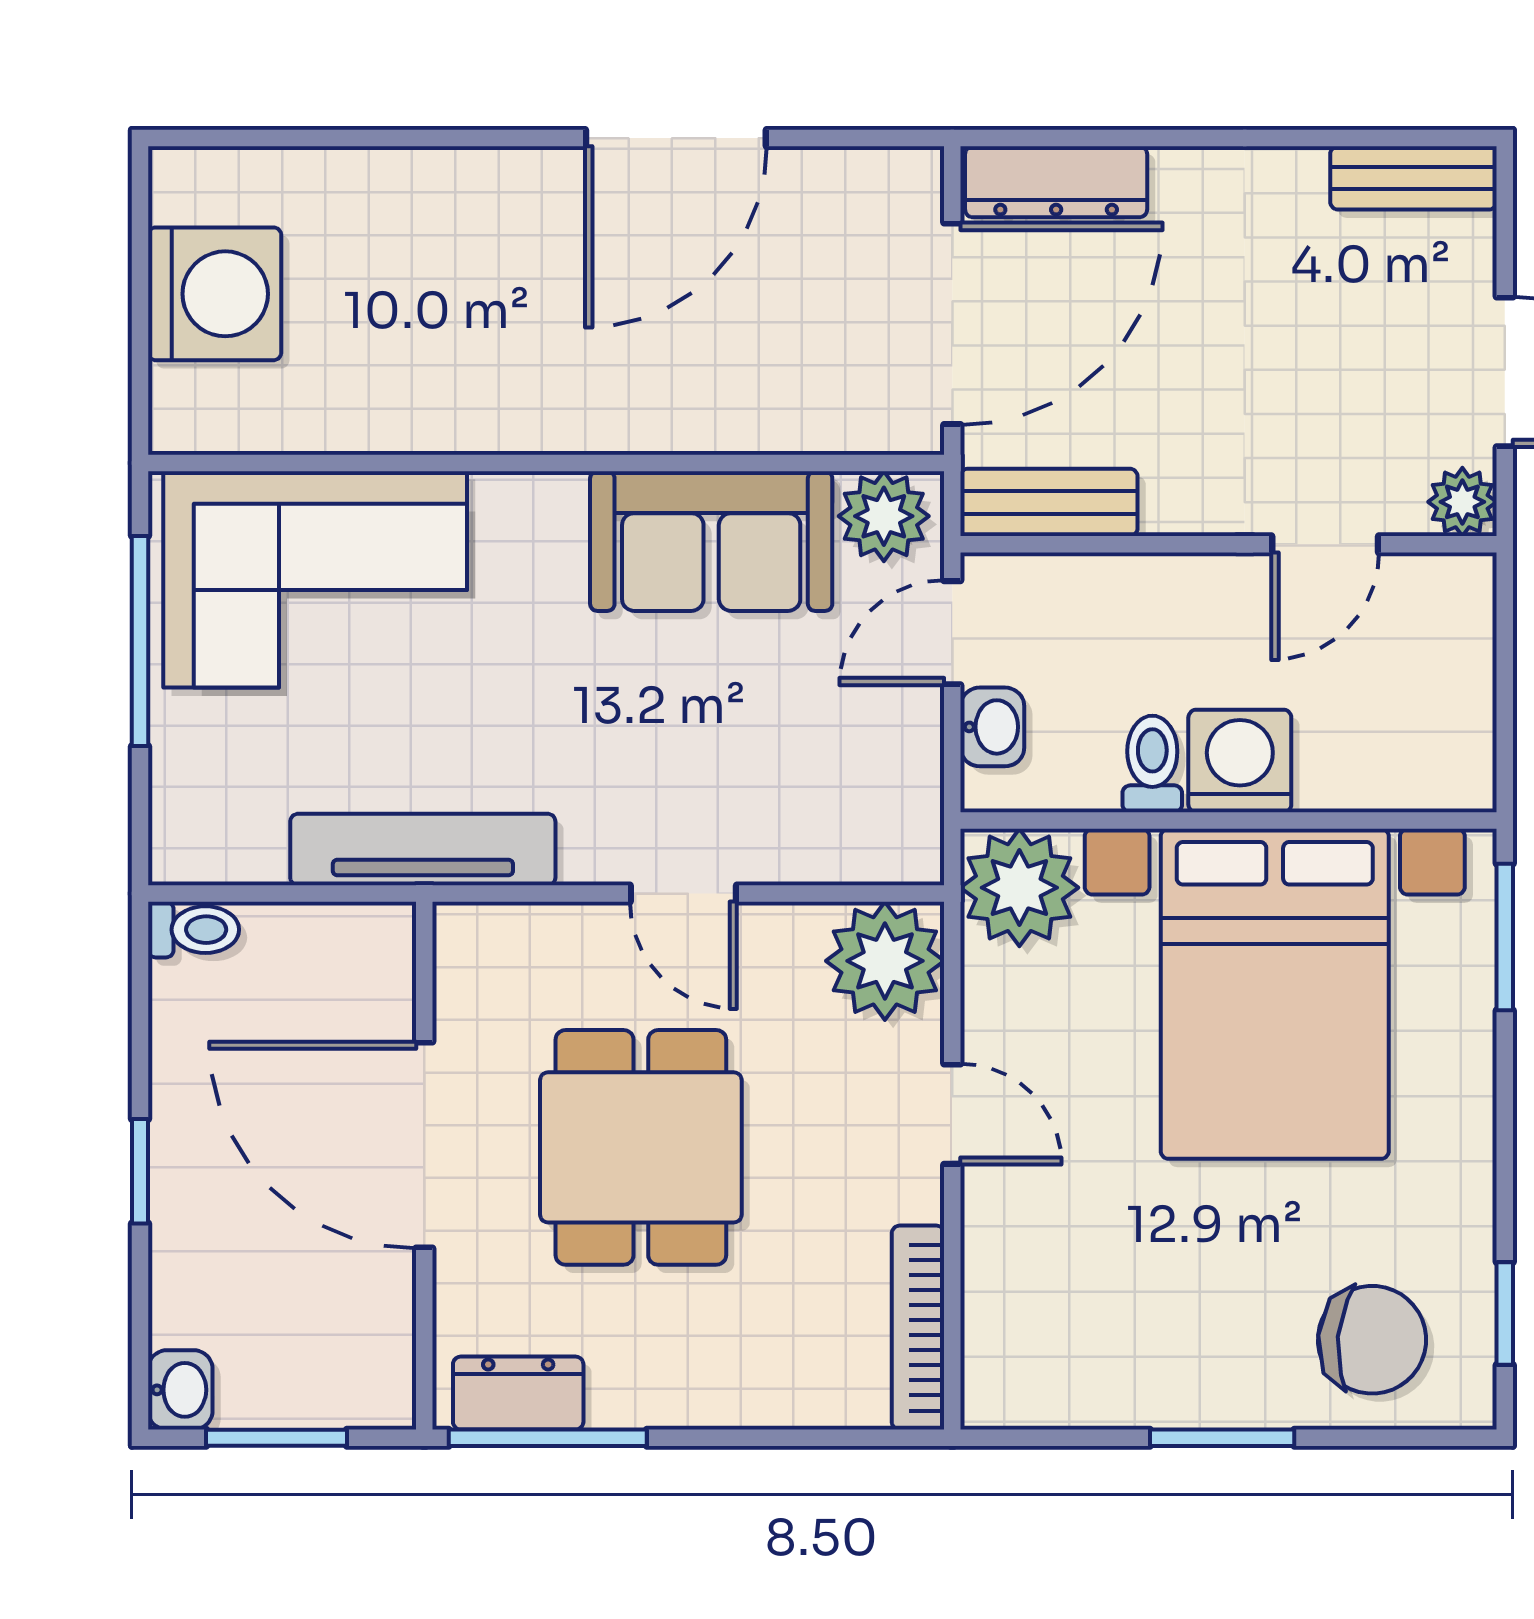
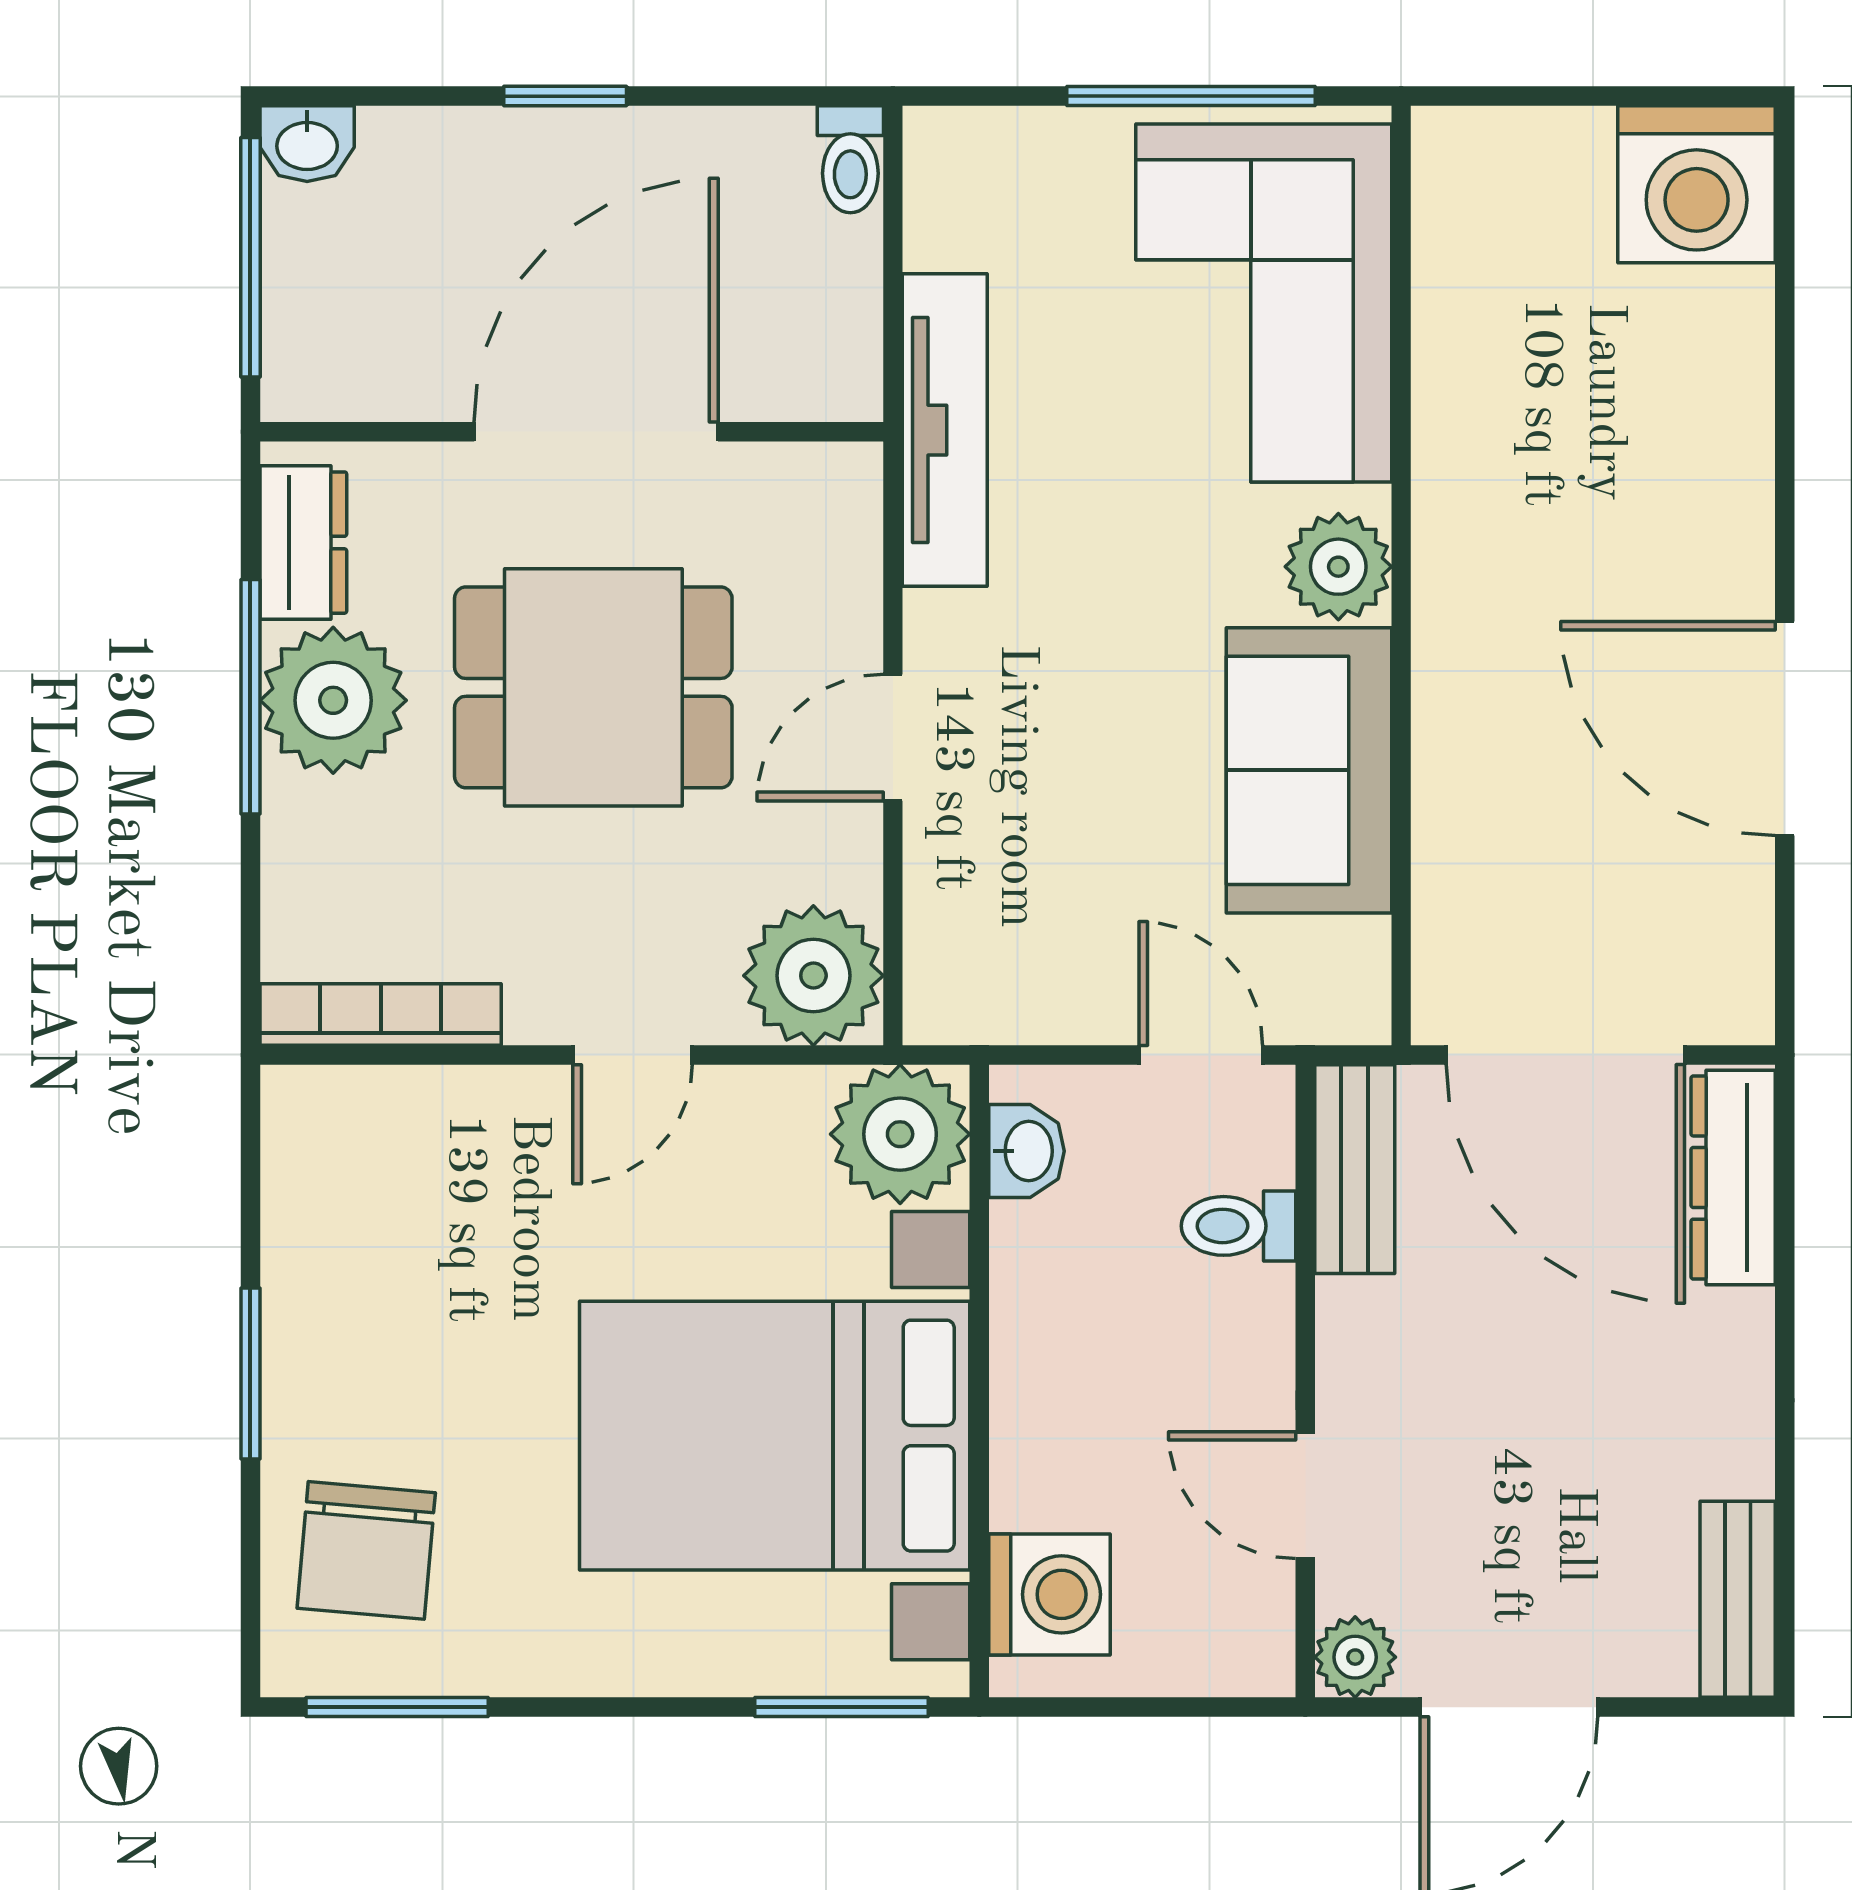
washing machine: (215, 294) -> (1697, 184), moved
plant: (884, 516) -> (1338, 567), moved
washbasin: (992, 727) -> (1026, 1151), moved, turned -90
washing machine: (1240, 761) -> (1049, 1594), moved
toilet: (1152, 764) -> (1238, 1226), moved, turned 180
window: (1505, 1314) -> (397, 1707), width x1.50
plant: (652, 1368) -> (333, 700), added
window: (276, 1438) -> (250, 257), width x1.44
window: (548, 1438) -> (250, 697), moved

